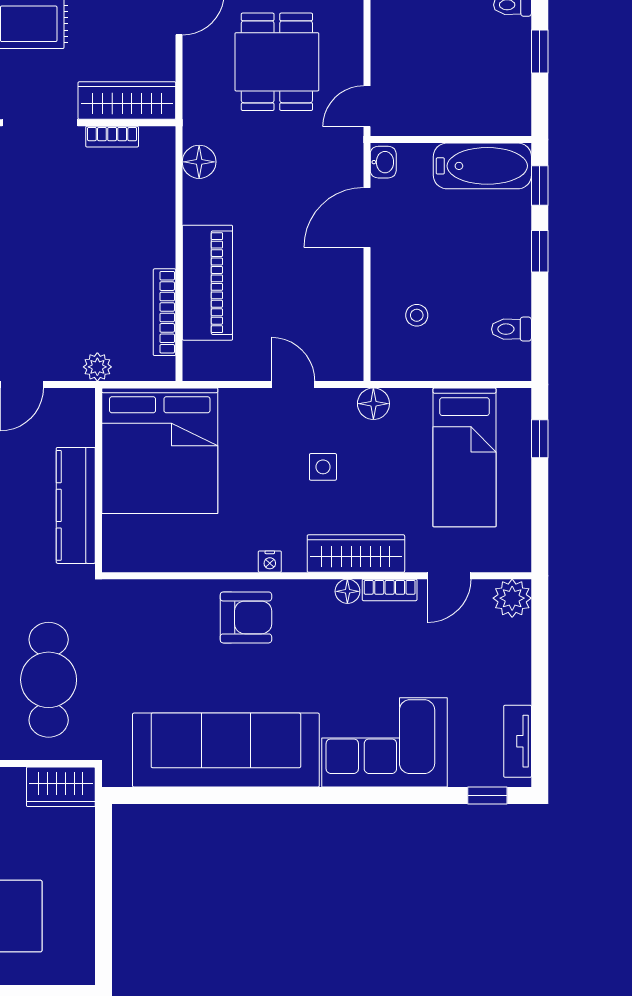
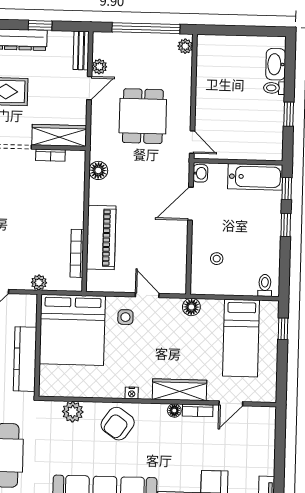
door: (367, 106) -> (192, 142), swing flipped
toilet: (511, 329) -> (265, 285), moved, turned 90
side table: (323, 467) -> (125, 317), moved
plant: (512, 598) -> (73, 412), moved
armchair: (246, 617) -> (118, 424), turned 125

